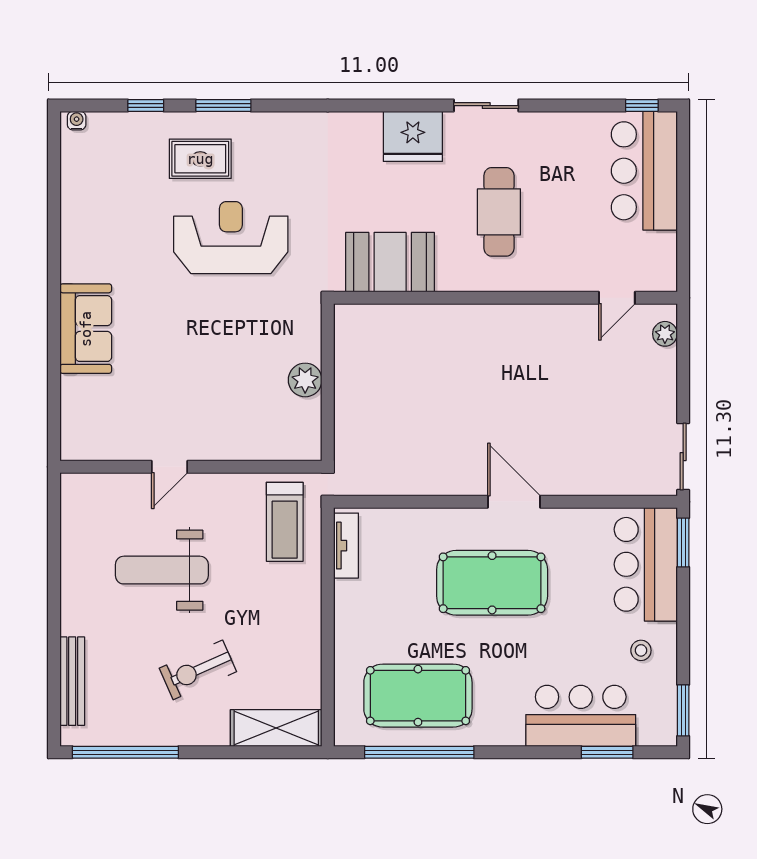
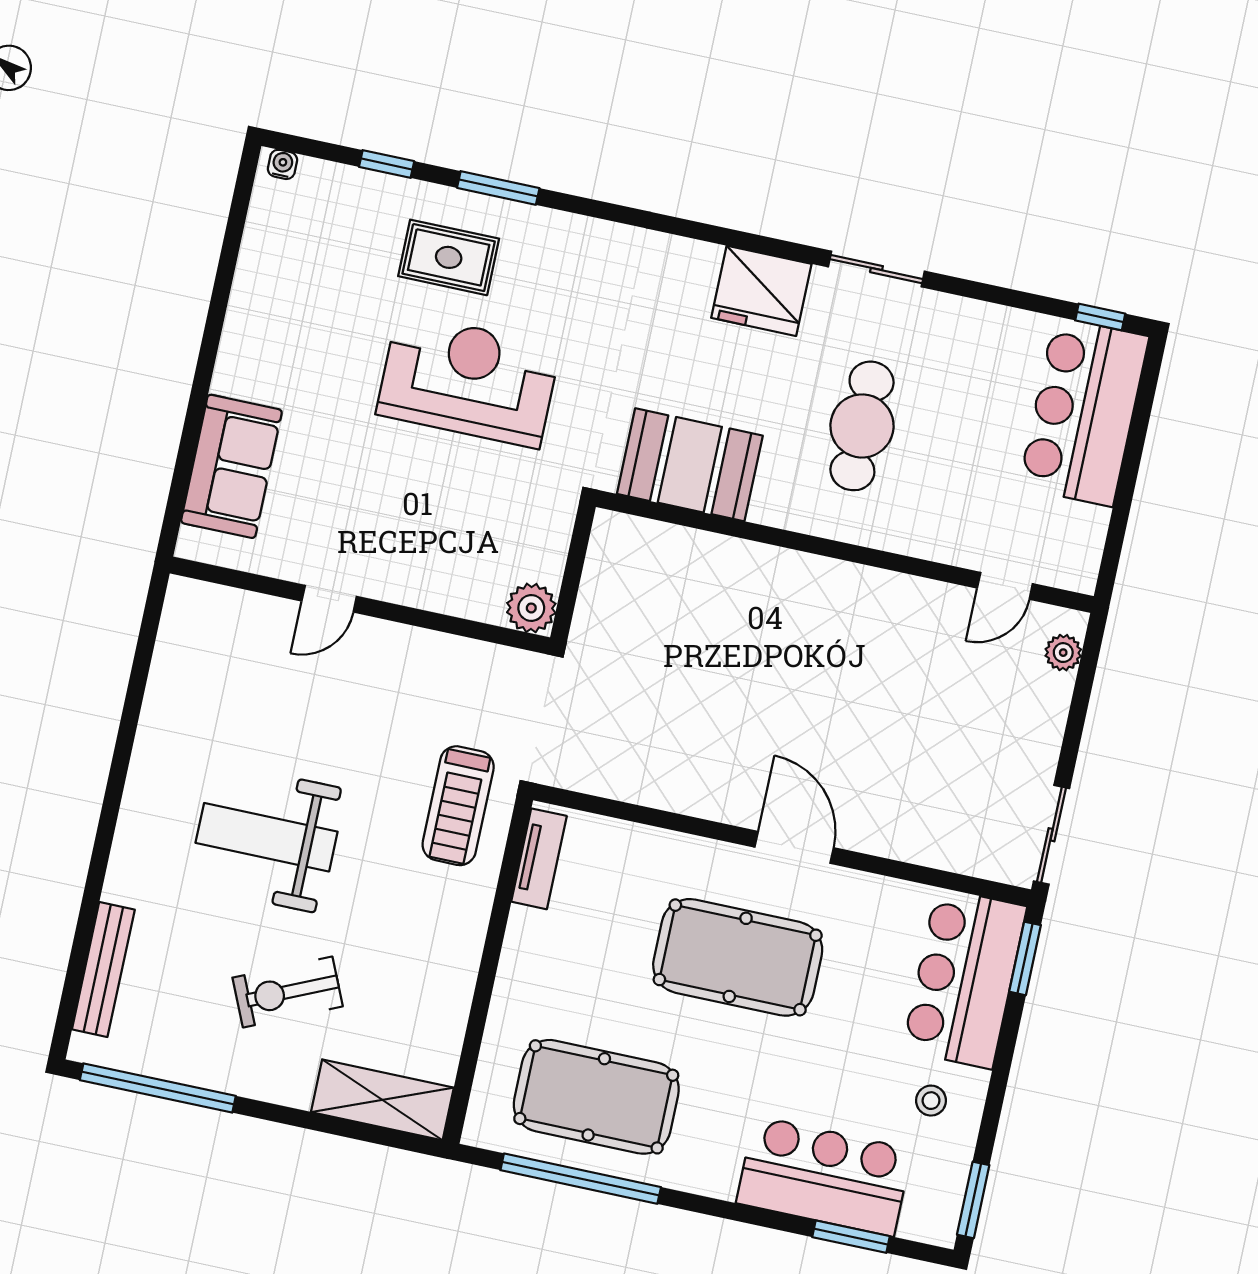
door: (170, 467) -> (329, 599), moved
wall: (191, 467) -> (360, 605), moved

